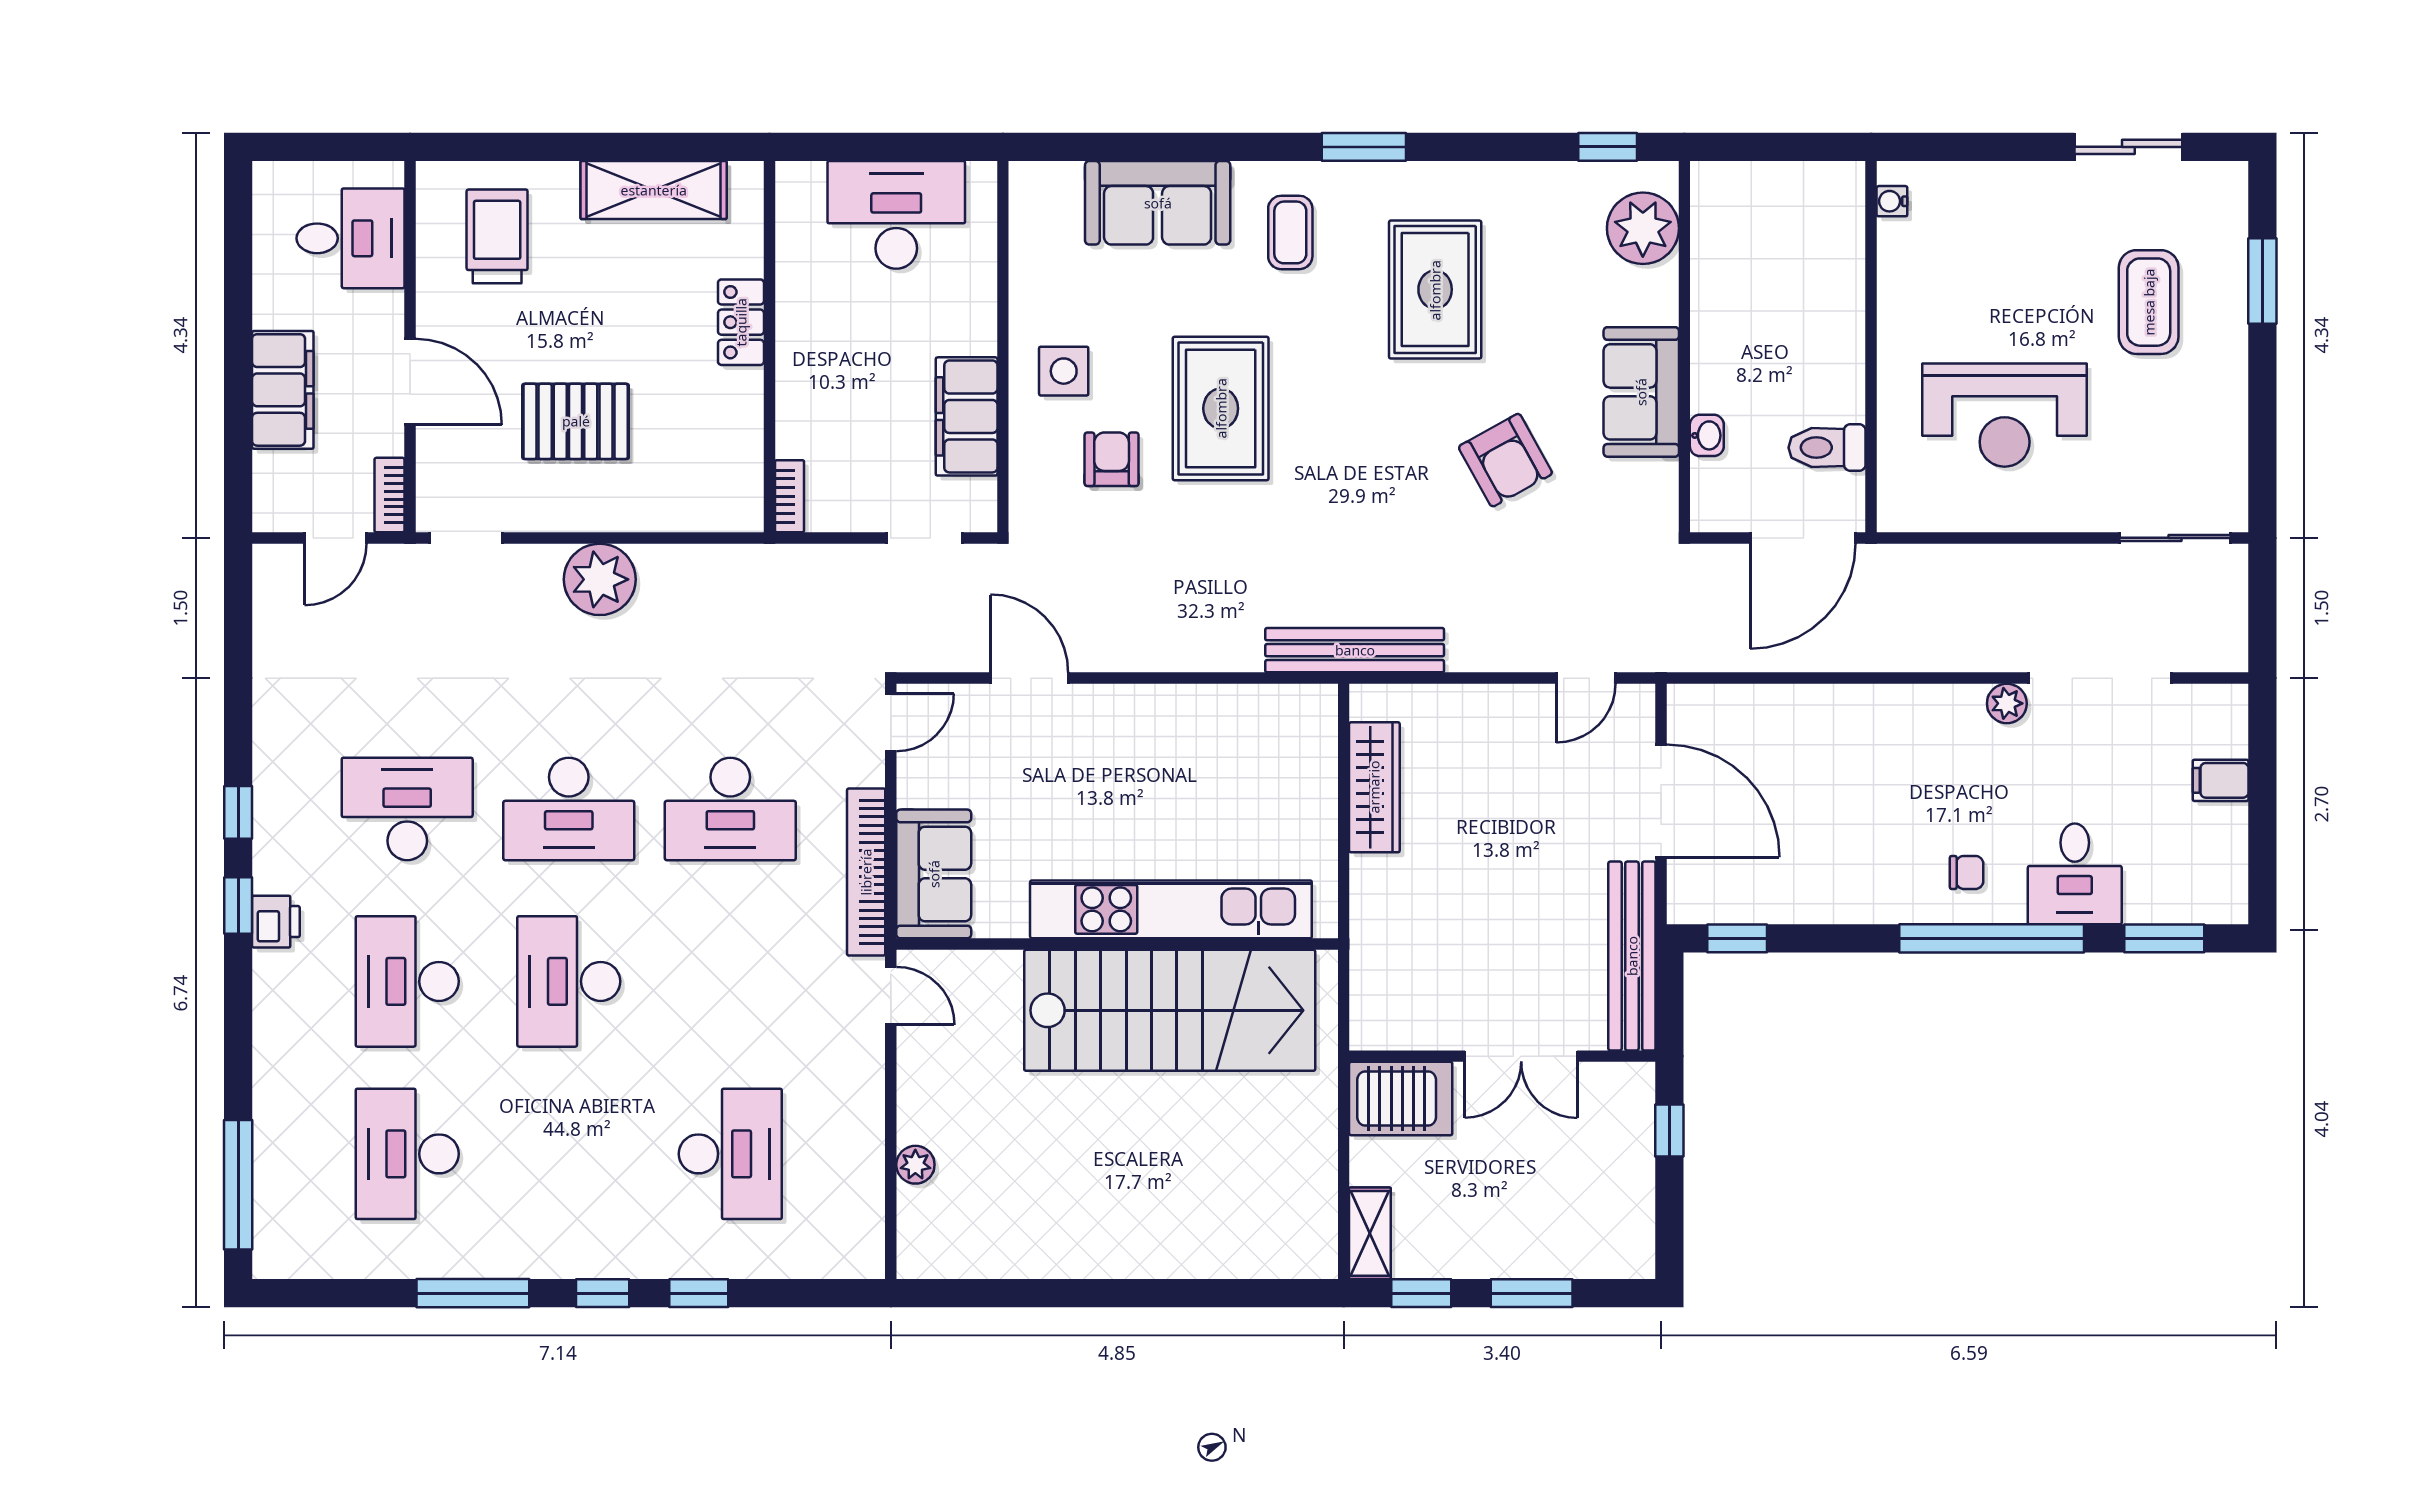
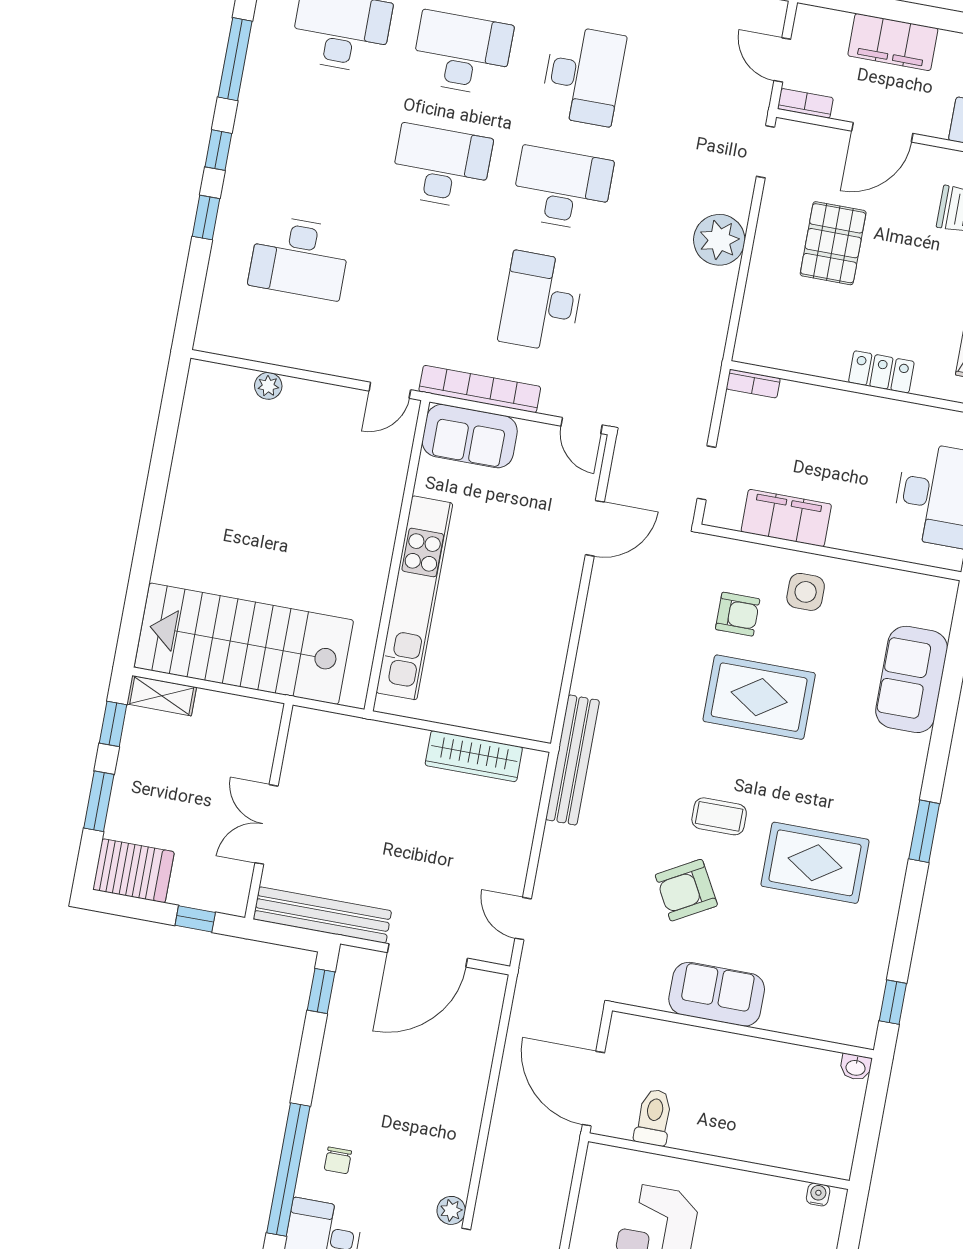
plant: (1643, 228) -> (831, 1016), removed
coffee table: (1290, 232) -> (719, 816), moved
washbasin: (1707, 435) -> (856, 1067), moved
desk: (569, 809) -> (562, 189), turned 90
stairs: (1170, 1010) -> (244, 644), moved, turned 90
server rack: (1401, 1099) -> (134, 871), moved, turned -90

